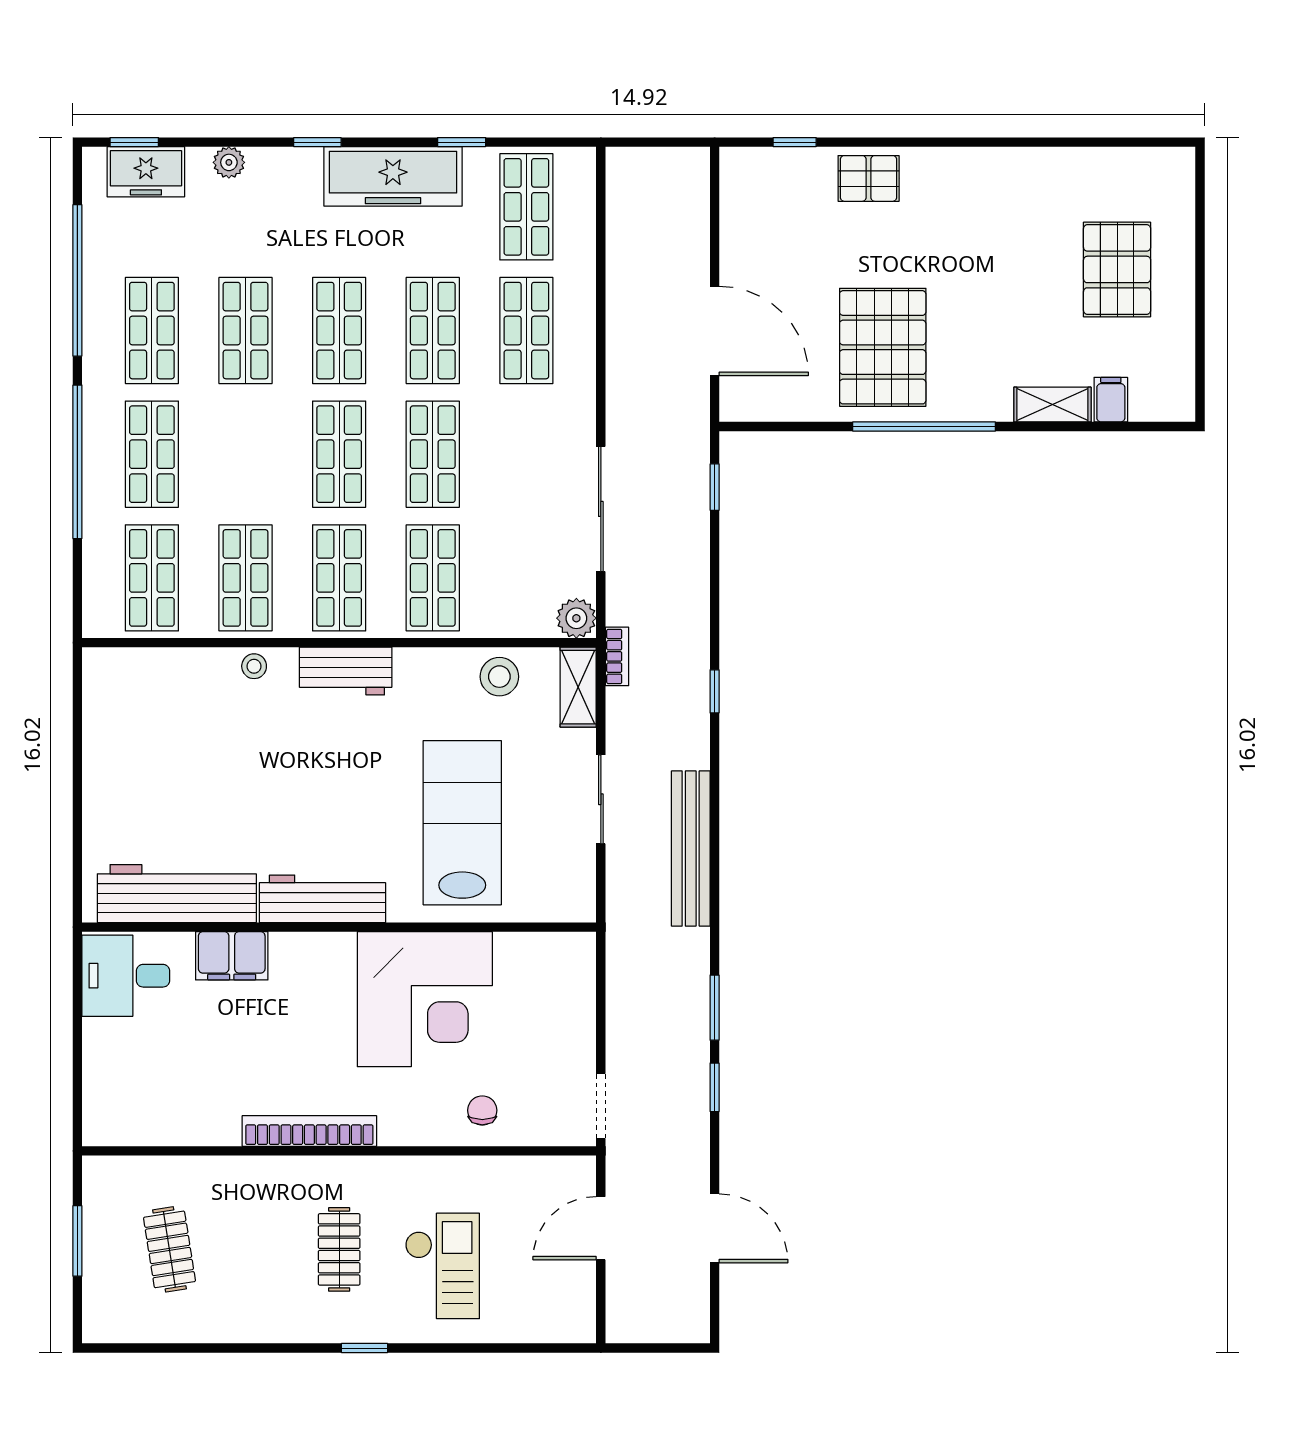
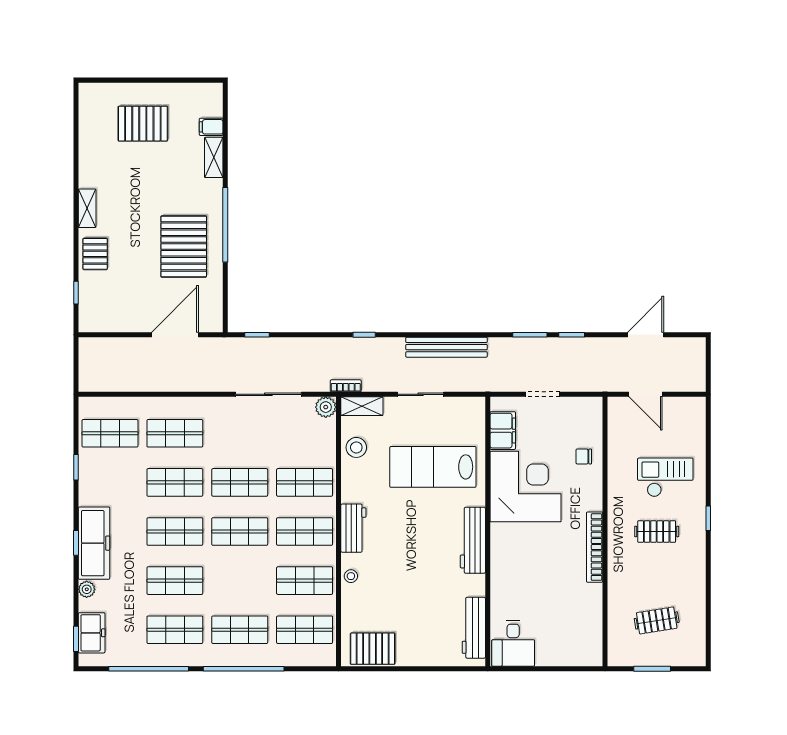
shelving: (956, 163) -> (87, 208), added
freezer: (393, 176) -> (94, 543), moved
pallet: (883, 347) -> (184, 246), turned 90
pallet: (116, 708) -> (373, 649), added
workbench: (177, 894) -> (474, 628), width x0.73, depth x0.76
filing cabinet: (232, 956) -> (503, 431), moved
doorway: (601, 1106) -> (543, 394), moved

